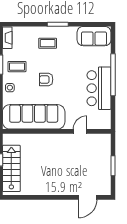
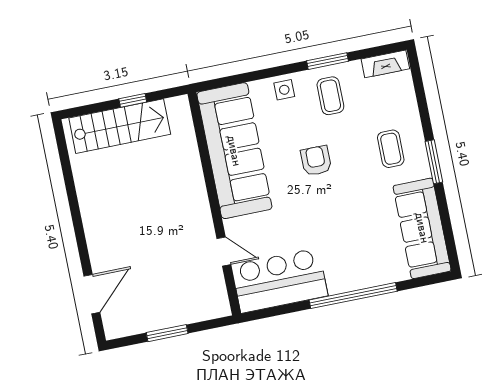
sofa: (94, 36) -> (422, 228), width x1.36
bar counter: (99, 88) -> (280, 281), moved
door: (88, 197) -> (92, 294), swing flipped

